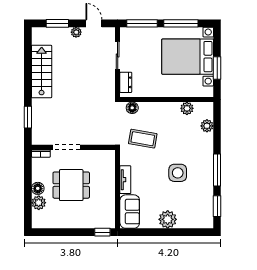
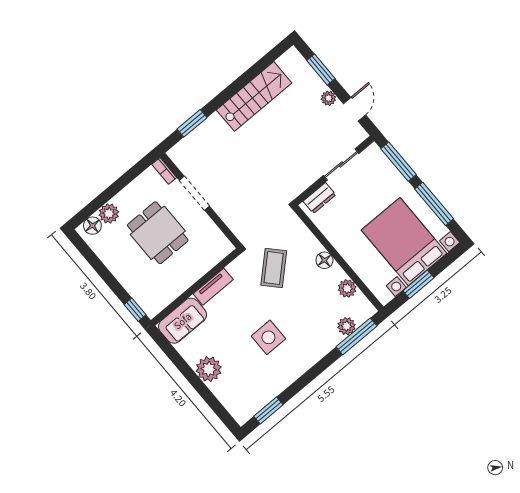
floor lamp: (132, 108) -> (324, 260), moved
coffee table: (143, 139) -> (274, 268), turned 37
window: (217, 170) -> (356, 336), moved
floor lamp: (38, 188) -> (92, 226), moved

